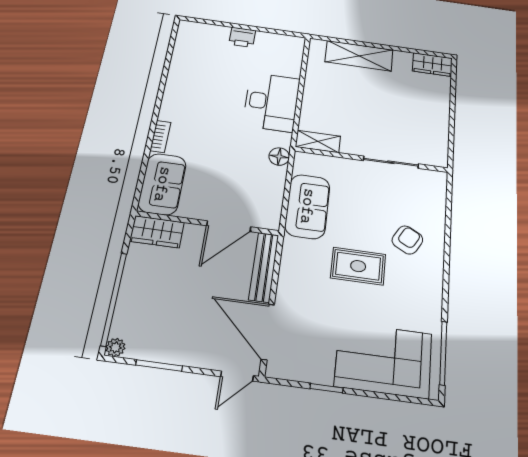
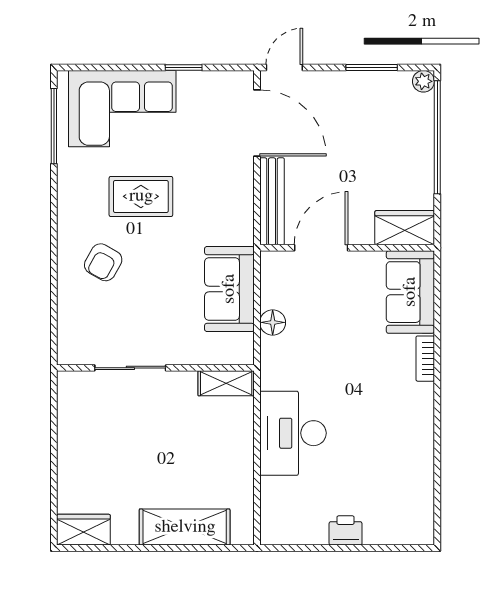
floor lamp: (279, 157) -> (273, 322), moved
rug: (358, 266) -> (141, 196), moved

